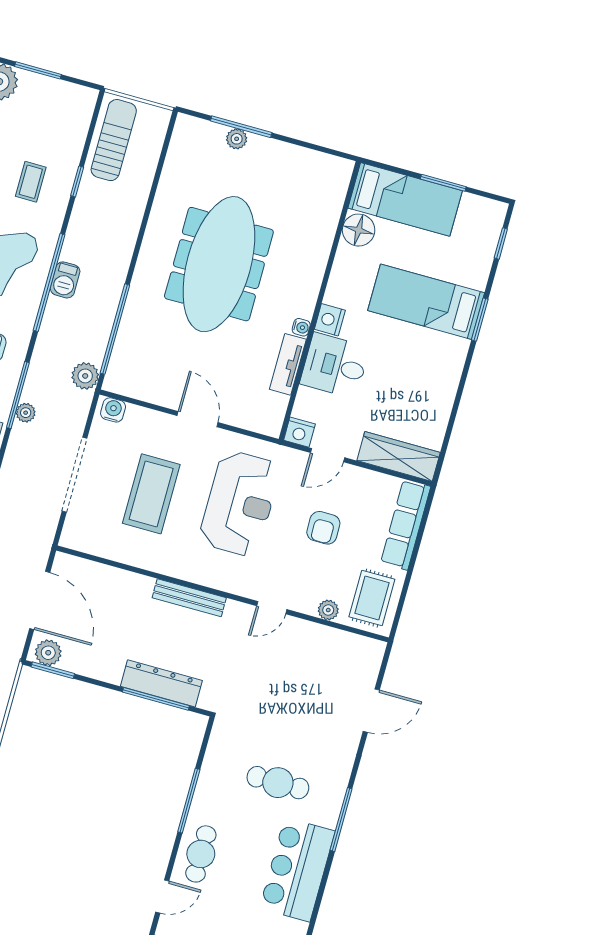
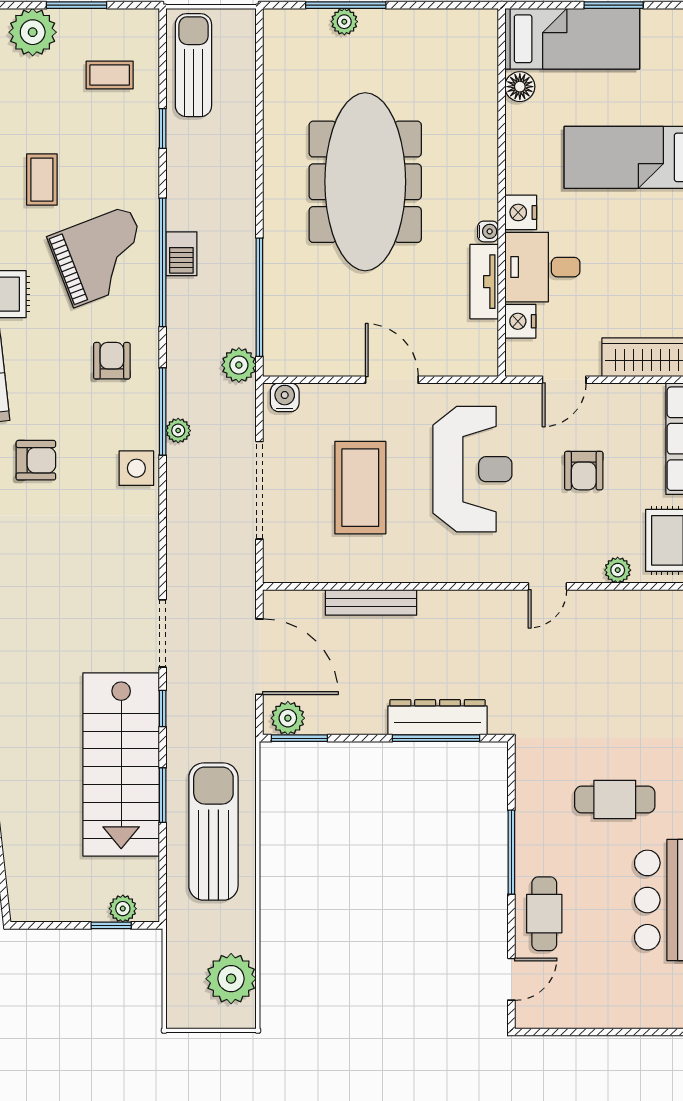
coffee table: (31, 182) -> (110, 75), moved, turned 90
floor lamp: (359, 230) -> (520, 87), width x0.73, depth x0.73
nightstand: (299, 432) -> (520, 321), moved, turned 90
bench: (189, 598) -> (371, 602), moved

